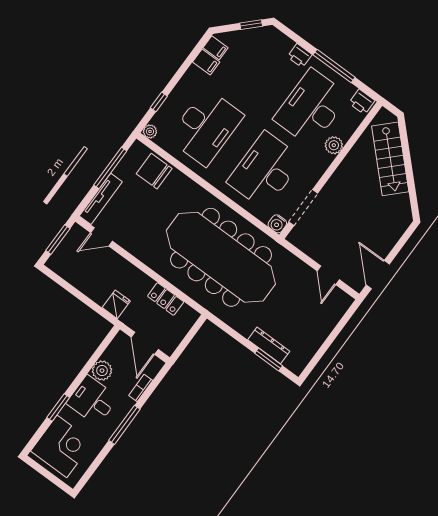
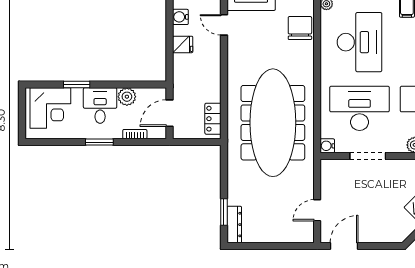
desk: (206, 127) -> (360, 42), turned -90
doorway: (303, 208) -> (368, 156), moved
water cooler: (66, 270) -> (180, 17), added
locker: (166, 299) -> (213, 119), moved
fridge: (116, 304) -> (183, 44), moved
dresser: (269, 345) -> (234, 225), moved
window: (124, 425) -> (99, 142), width x0.69

